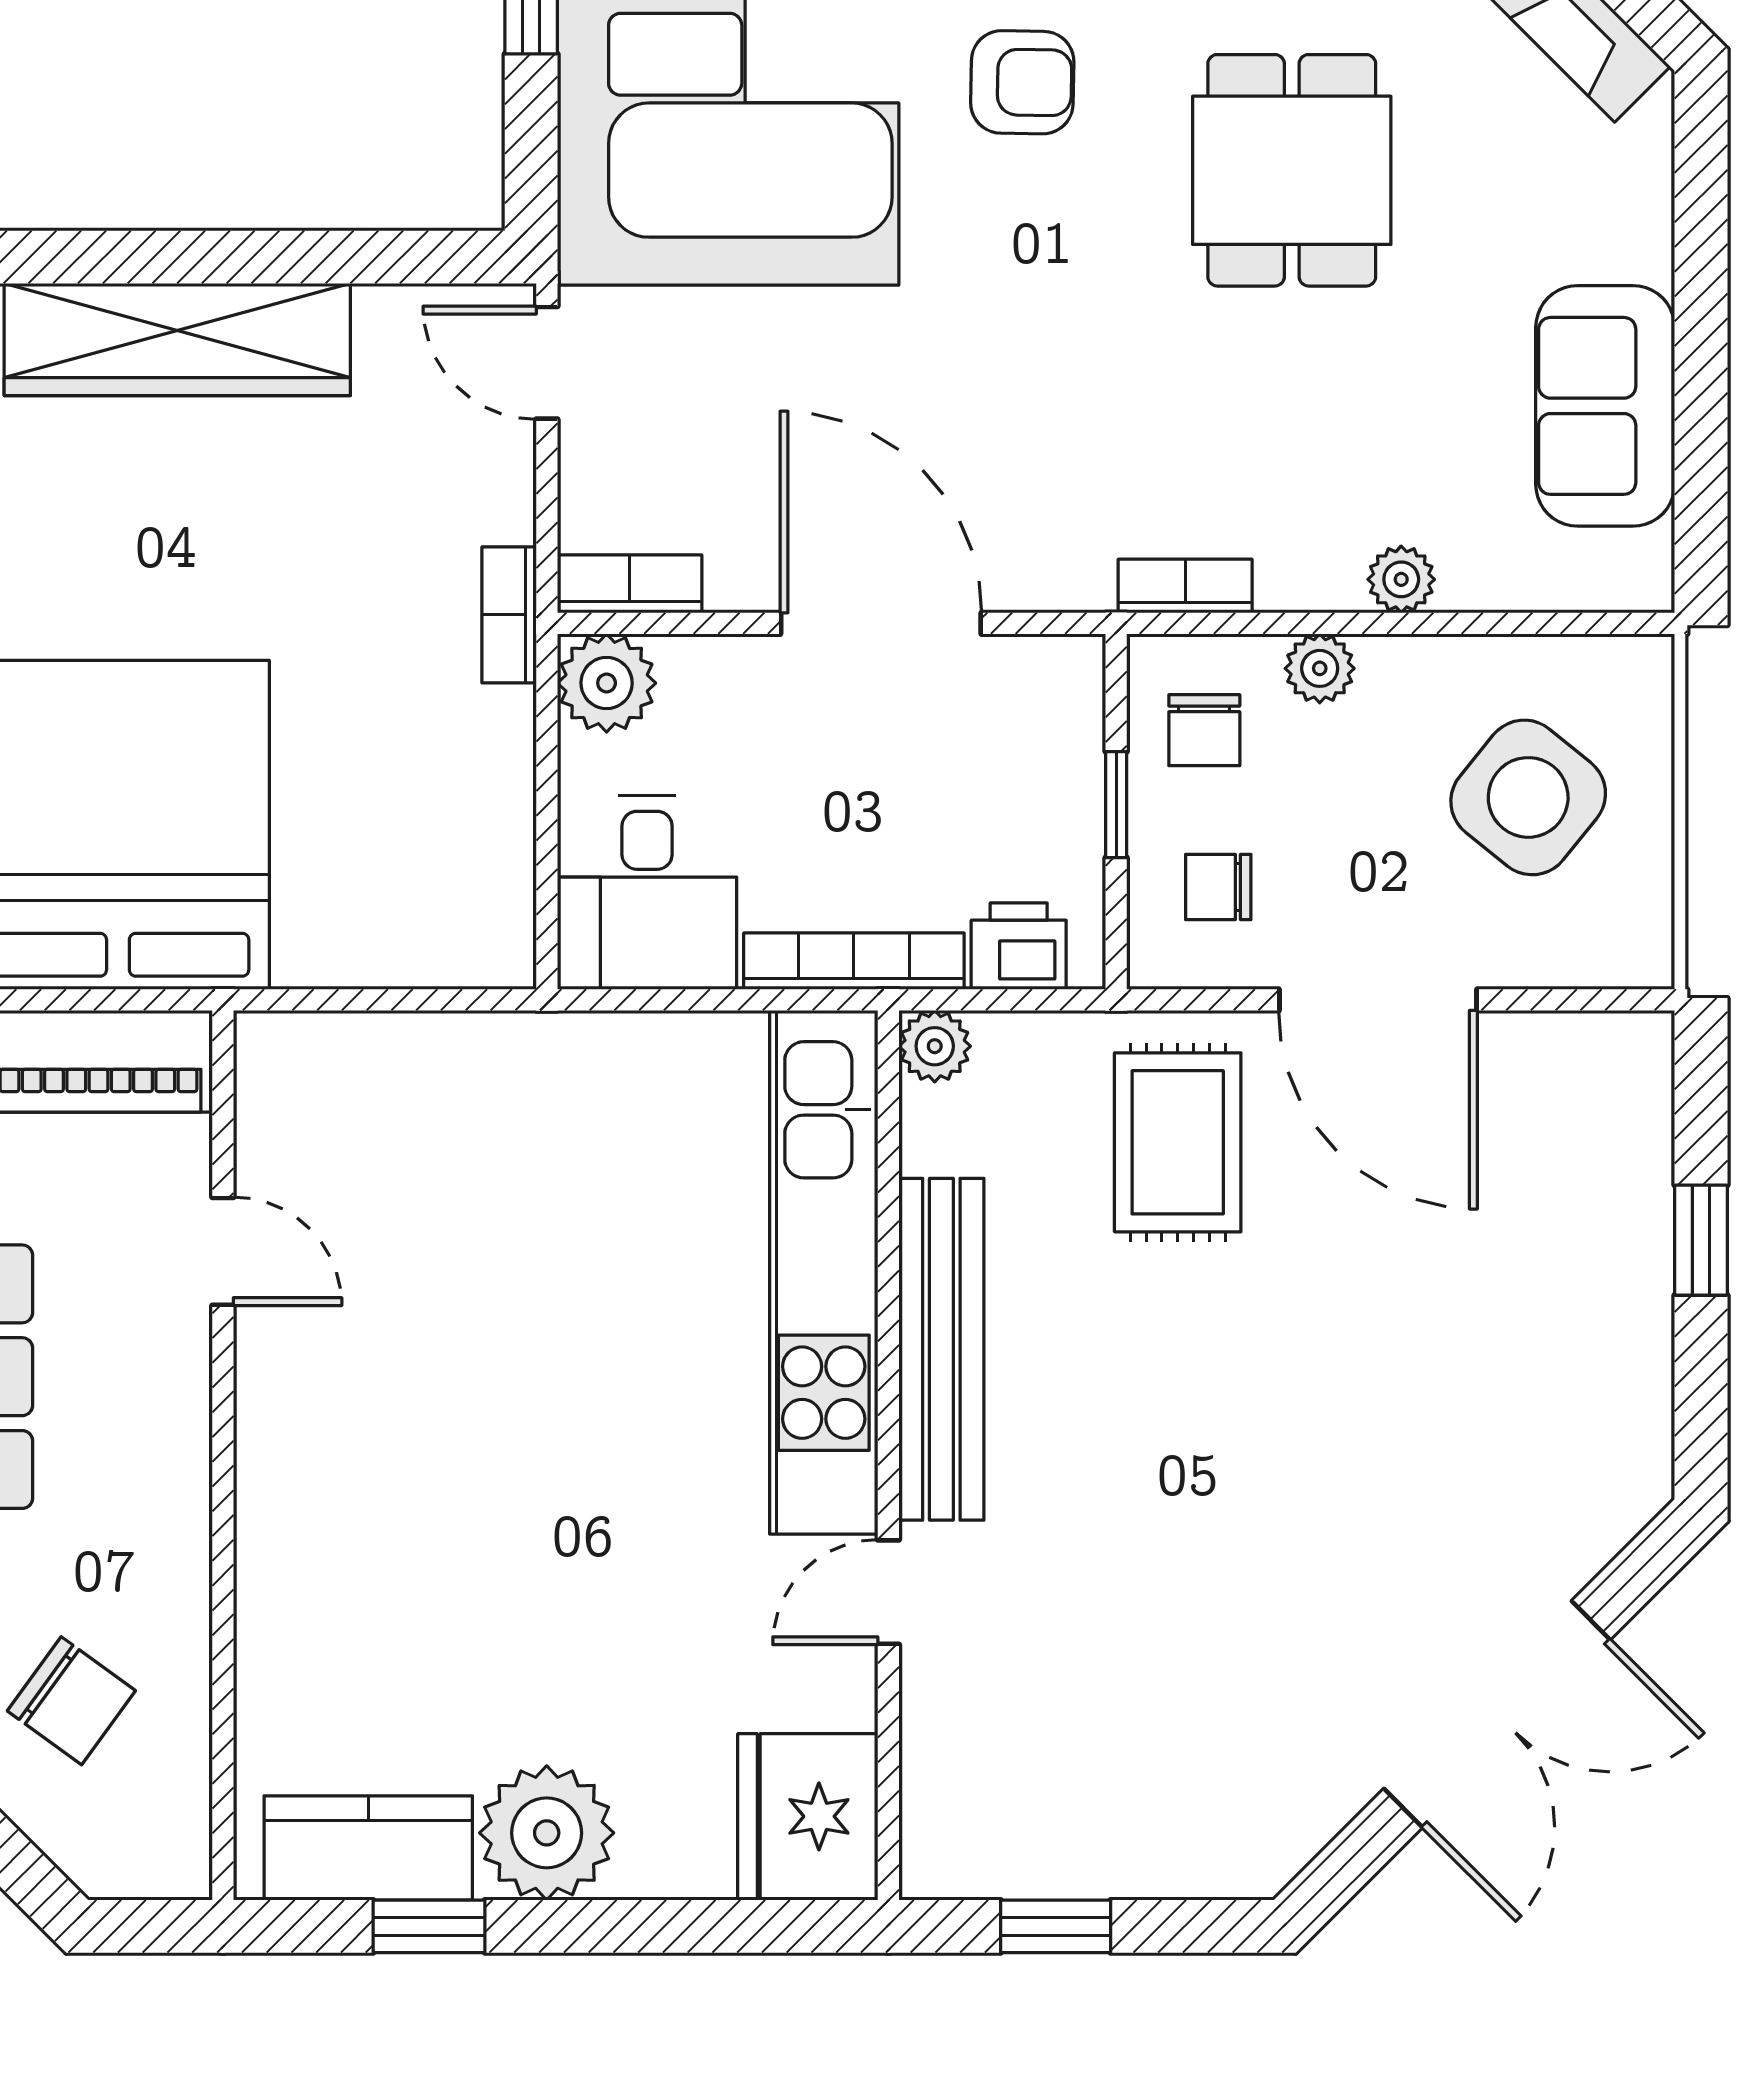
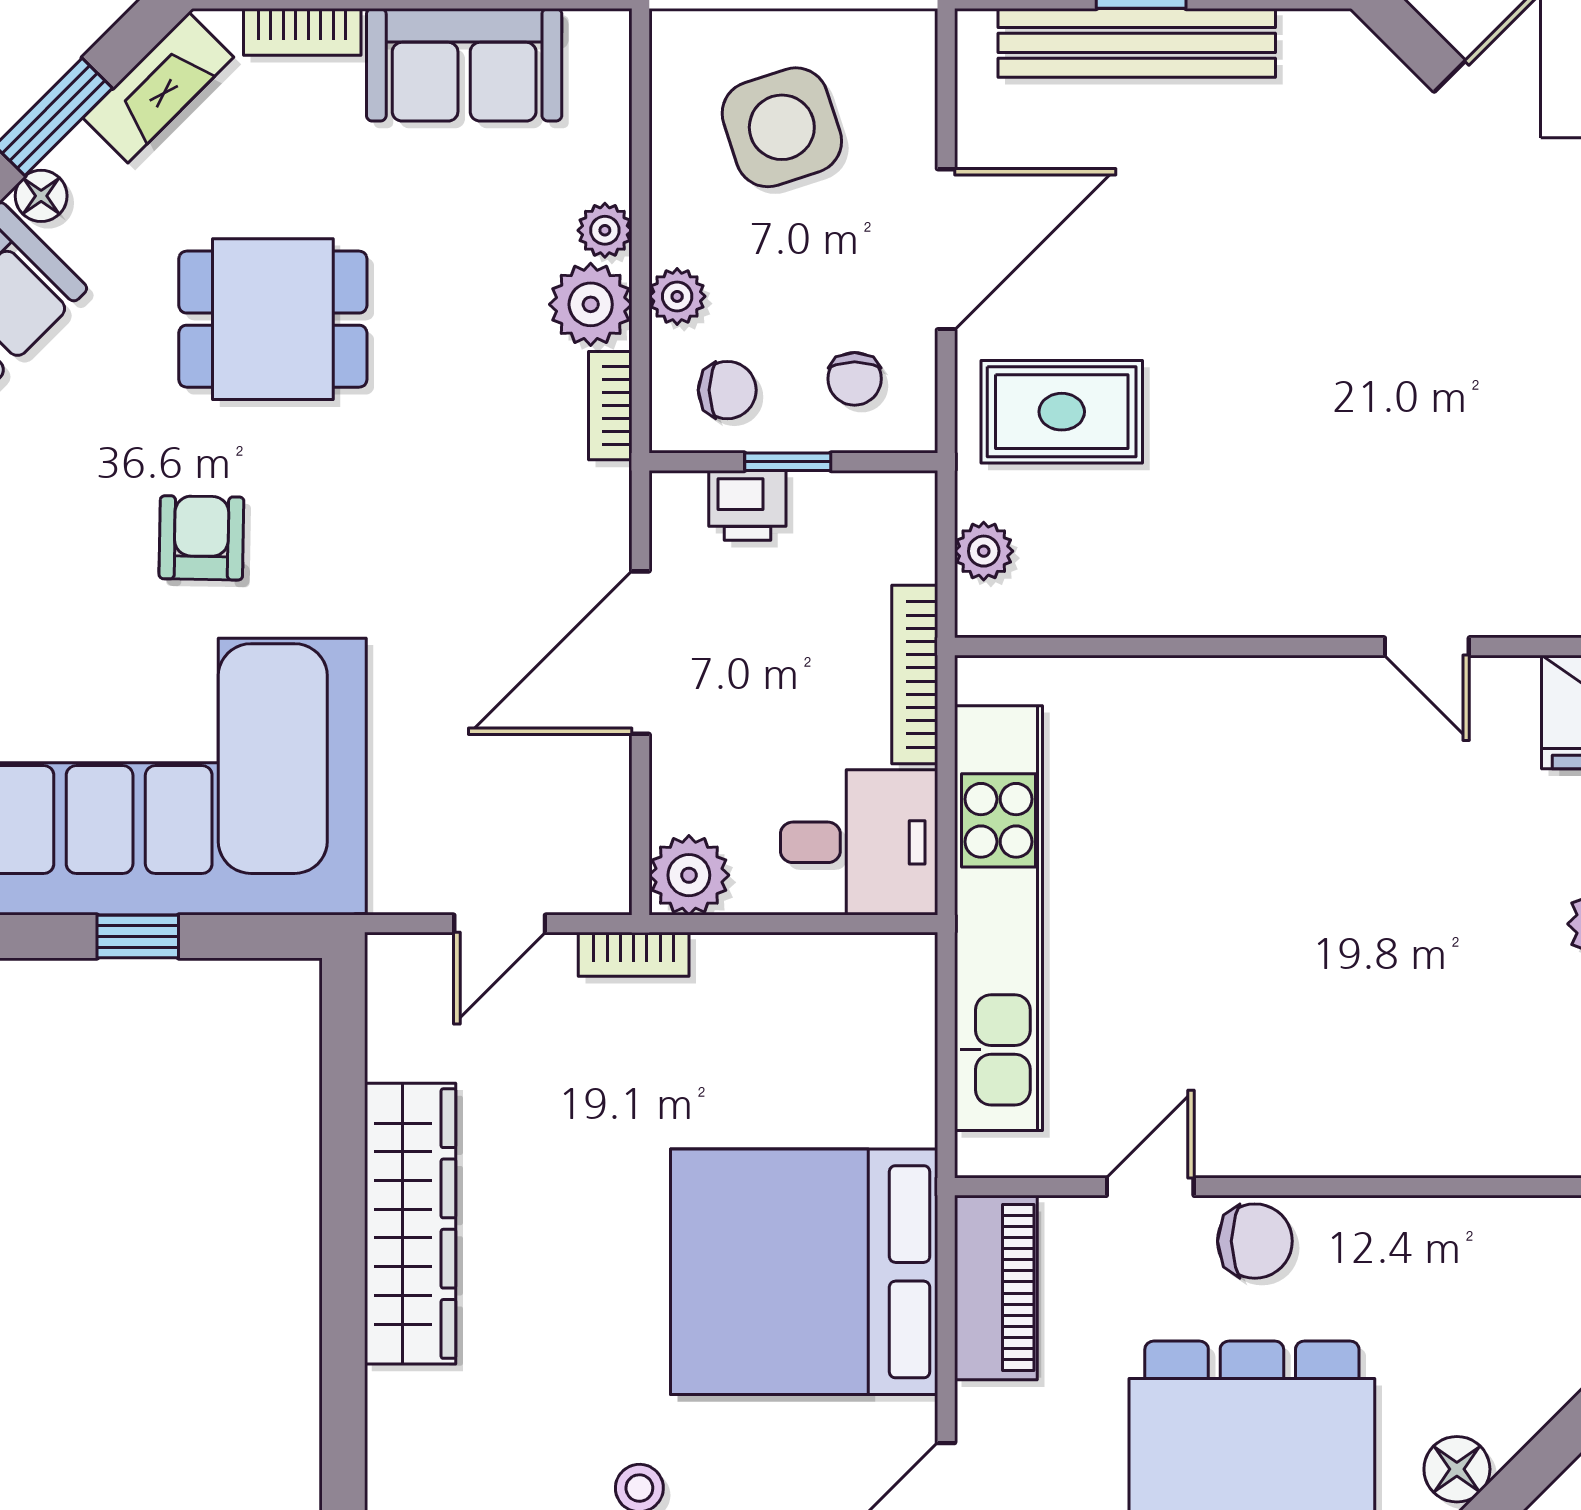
door: (547, 363) -> (500, 924), moved
plant: (1310, 562) -> (591, 304), added
bookcase: (630, 584) -> (302, 32), moved, turned -90
side table: (1528, 797) -> (782, 127), turned 33
printer: (1019, 946) -> (747, 505), moved, turned -90
plant: (935, 1046) -> (984, 551), moved
kitchen unit: (824, 1272) -> (999, 918), moved, turned -90
bench: (941, 1349) -> (1137, 43), moved
chair: (71, 1701) -> (1255, 1241), moved, turned 54

